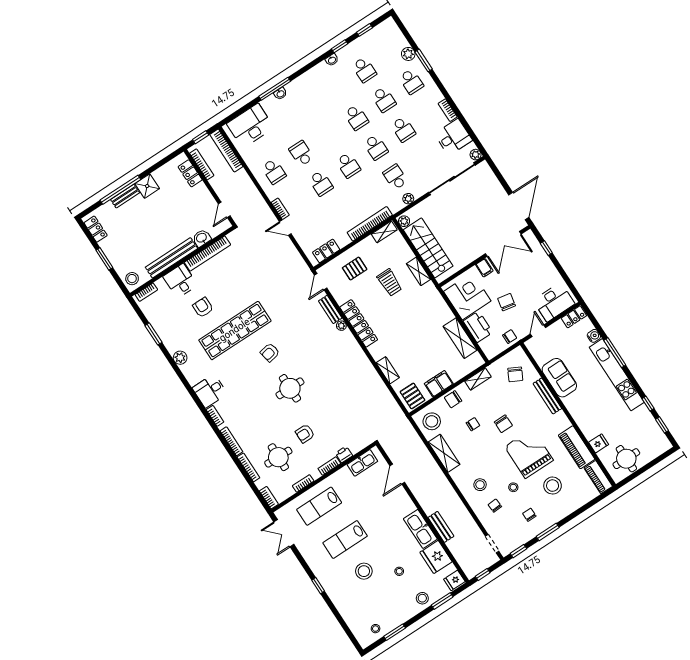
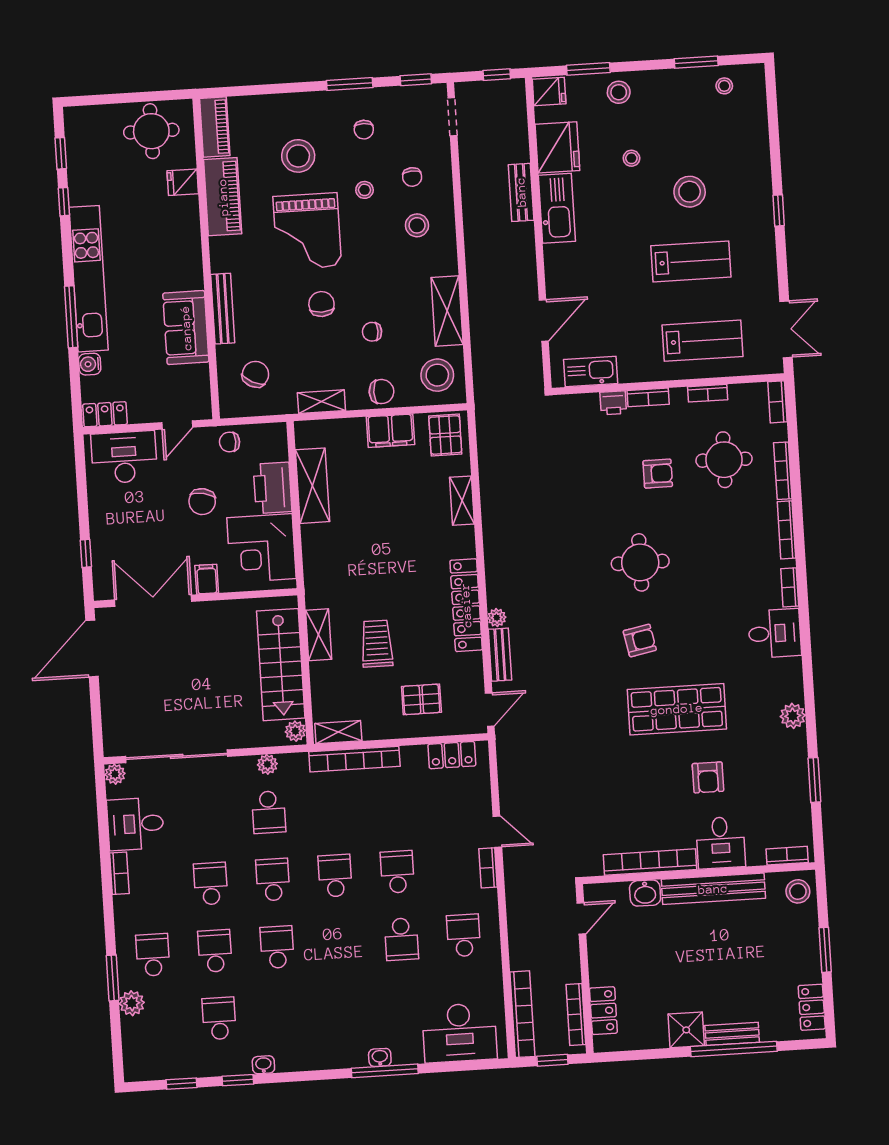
shop shelf: (235, 331) -> (677, 709), width x0.71

